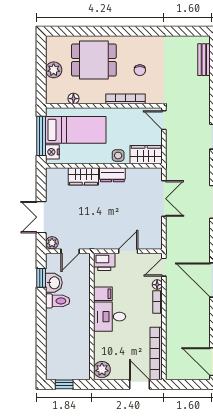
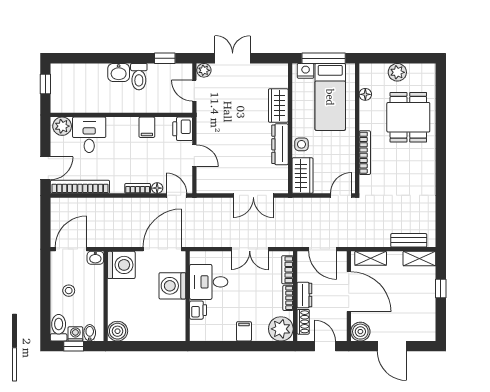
chair: (140, 70) -> (397, 169), removed
dresser: (112, 175) -> (280, 144), width x1.44
washbasin: (54, 283) -> (119, 72), moved
desk: (110, 317) -> (89, 135), moved

